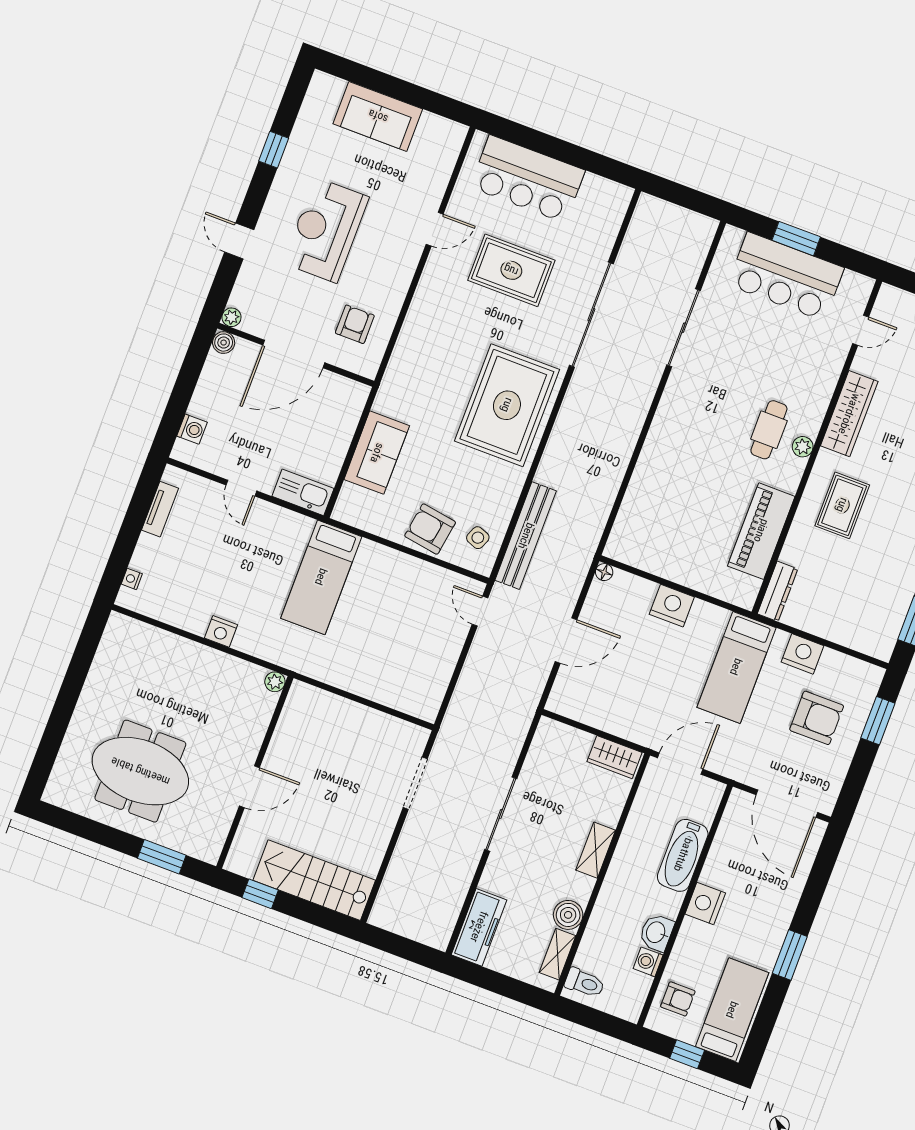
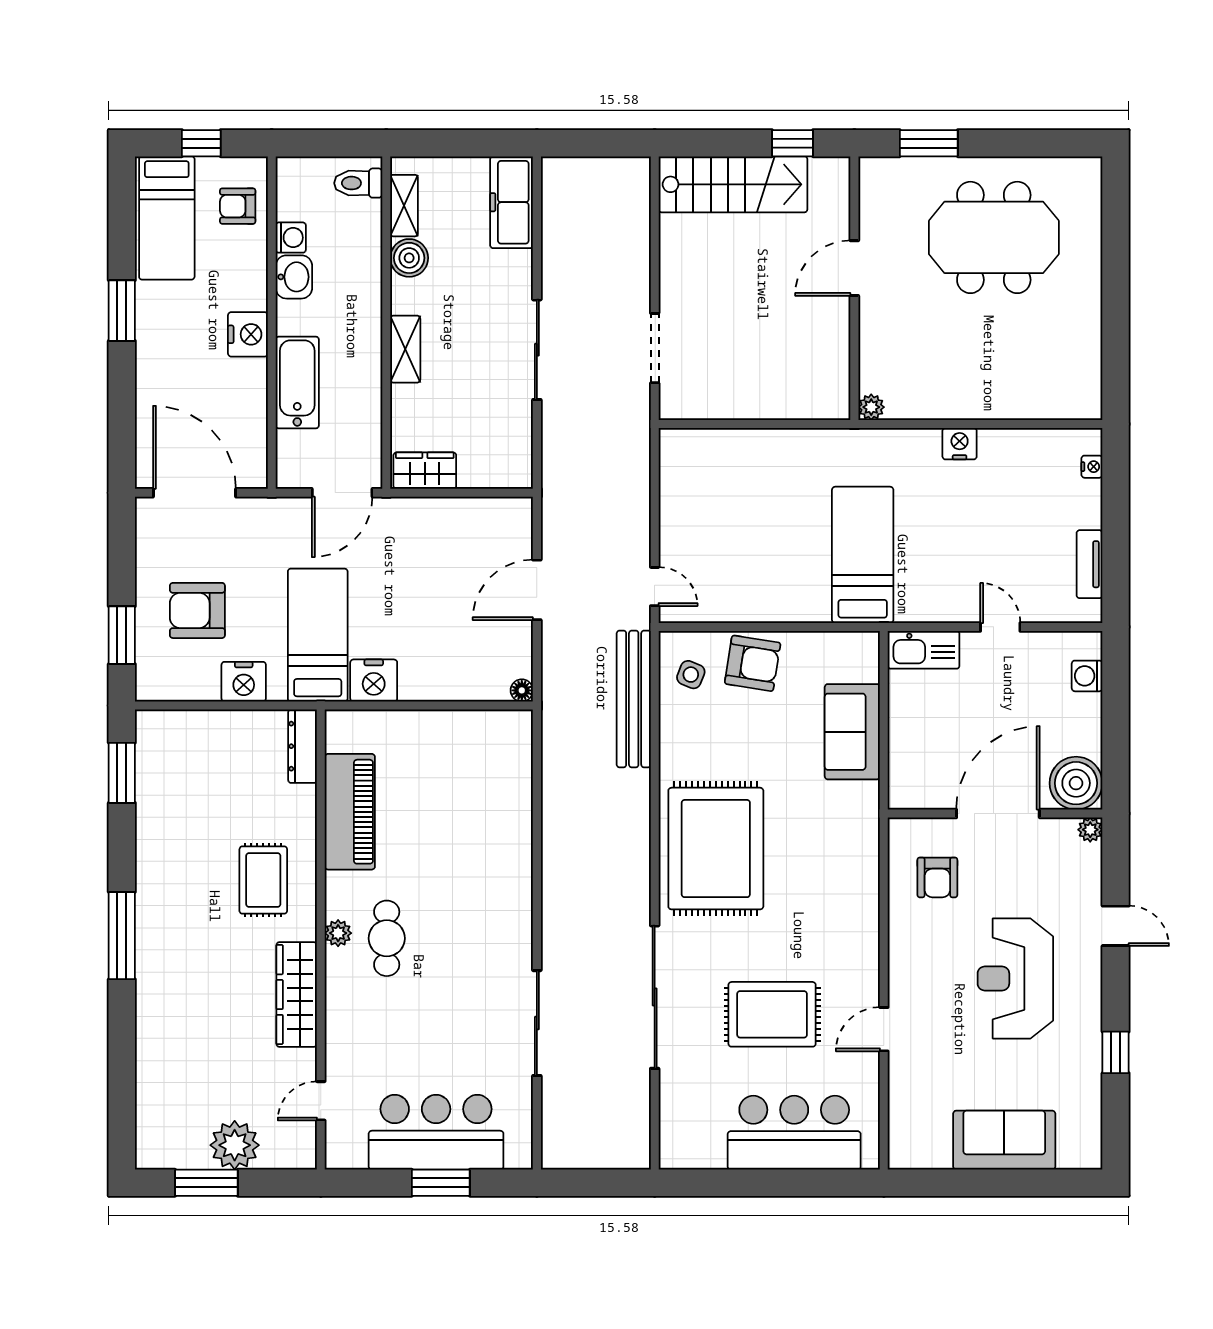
reception desk: (326, 230) -> (1015, 978), turned 180
boiler: (224, 343) -> (1076, 783), width x1.86, depth x1.86
nightstand: (672, 606) -> (374, 681), moved

